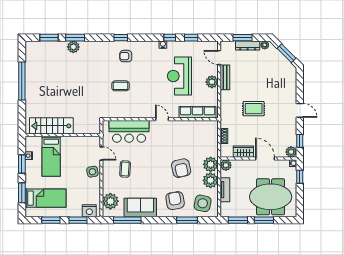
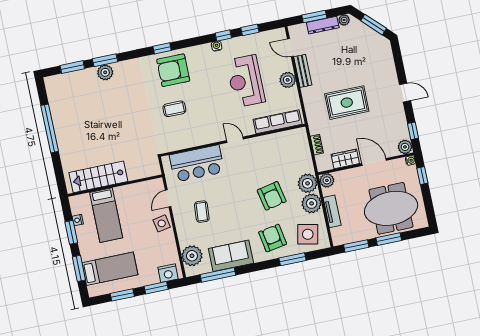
armchair: (126, 56) -> (173, 70), width x1.88, depth x1.88
rug: (254, 109) -> (347, 103), width x1.36, depth x1.43
door: (101, 153) -> (168, 198), swing flipped

